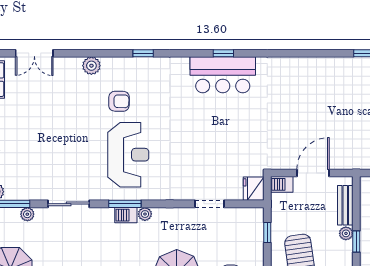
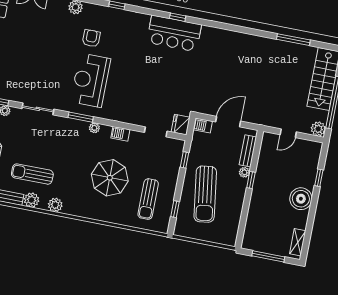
armchair: (119, 101) -> (91, 38), turned -91
reception desk: (128, 155) -> (90, 80), turned 180
doorway: (209, 204) -> (156, 132), moved
barbecue: (126, 215) -> (120, 134), moved

